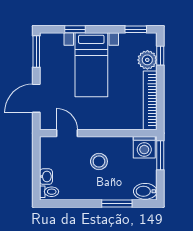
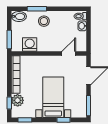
door: (67, 133) -> (69, 54), swing flipped
washing machine: (144, 147) -> (30, 45), moved
stool: (99, 161) -> (44, 21), moved

